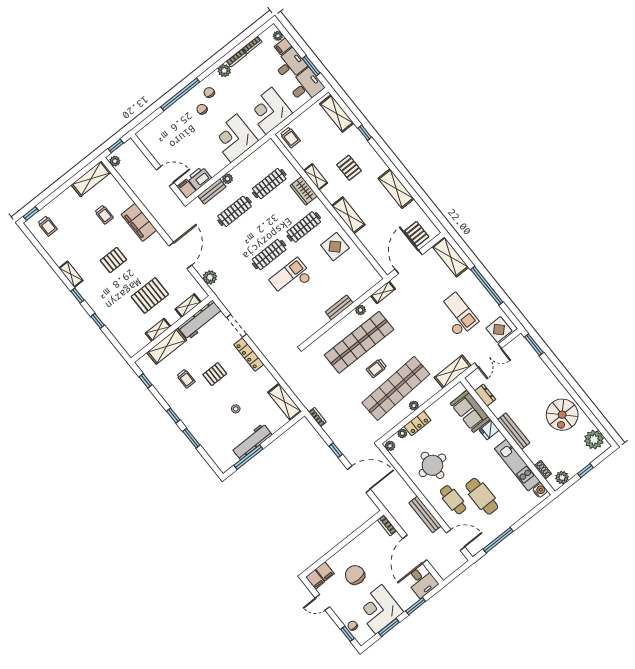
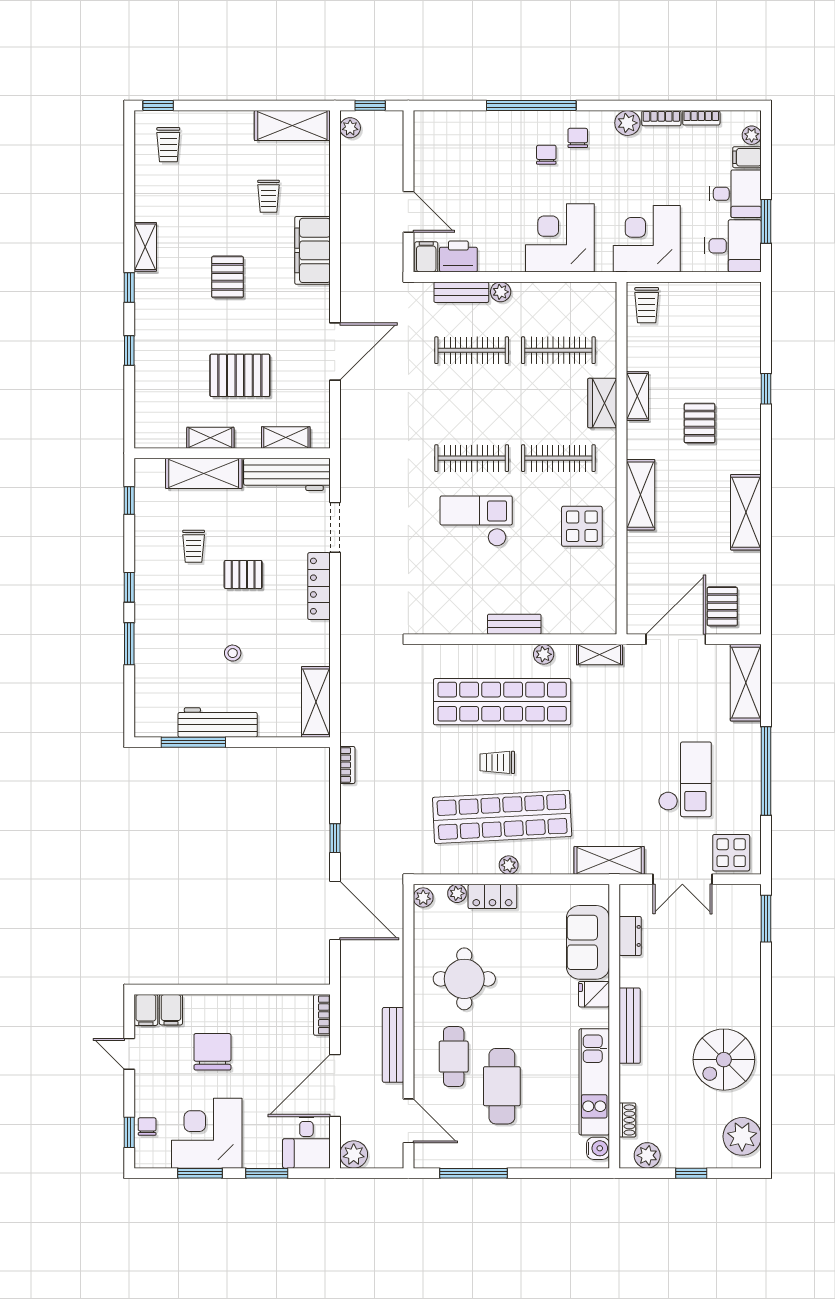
shelving: (337, 113) -> (747, 325), removed
pallet: (113, 260) -> (228, 277), turned 90
plant: (210, 277) -> (354, 1154), moved

